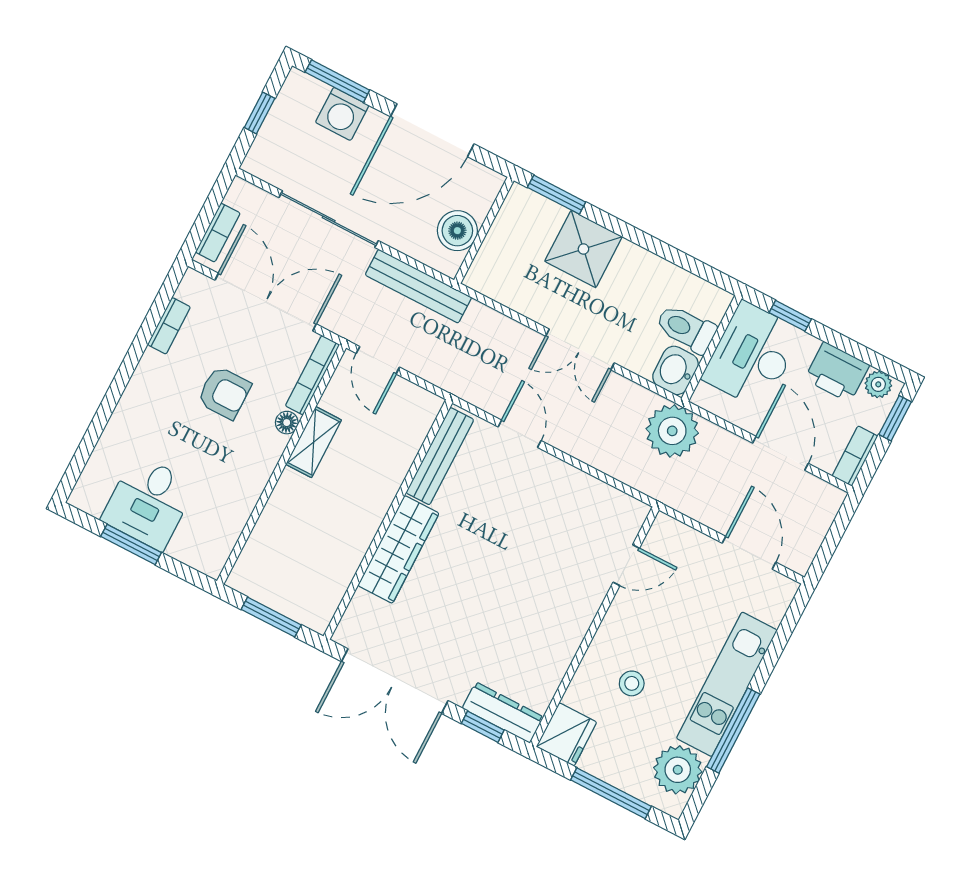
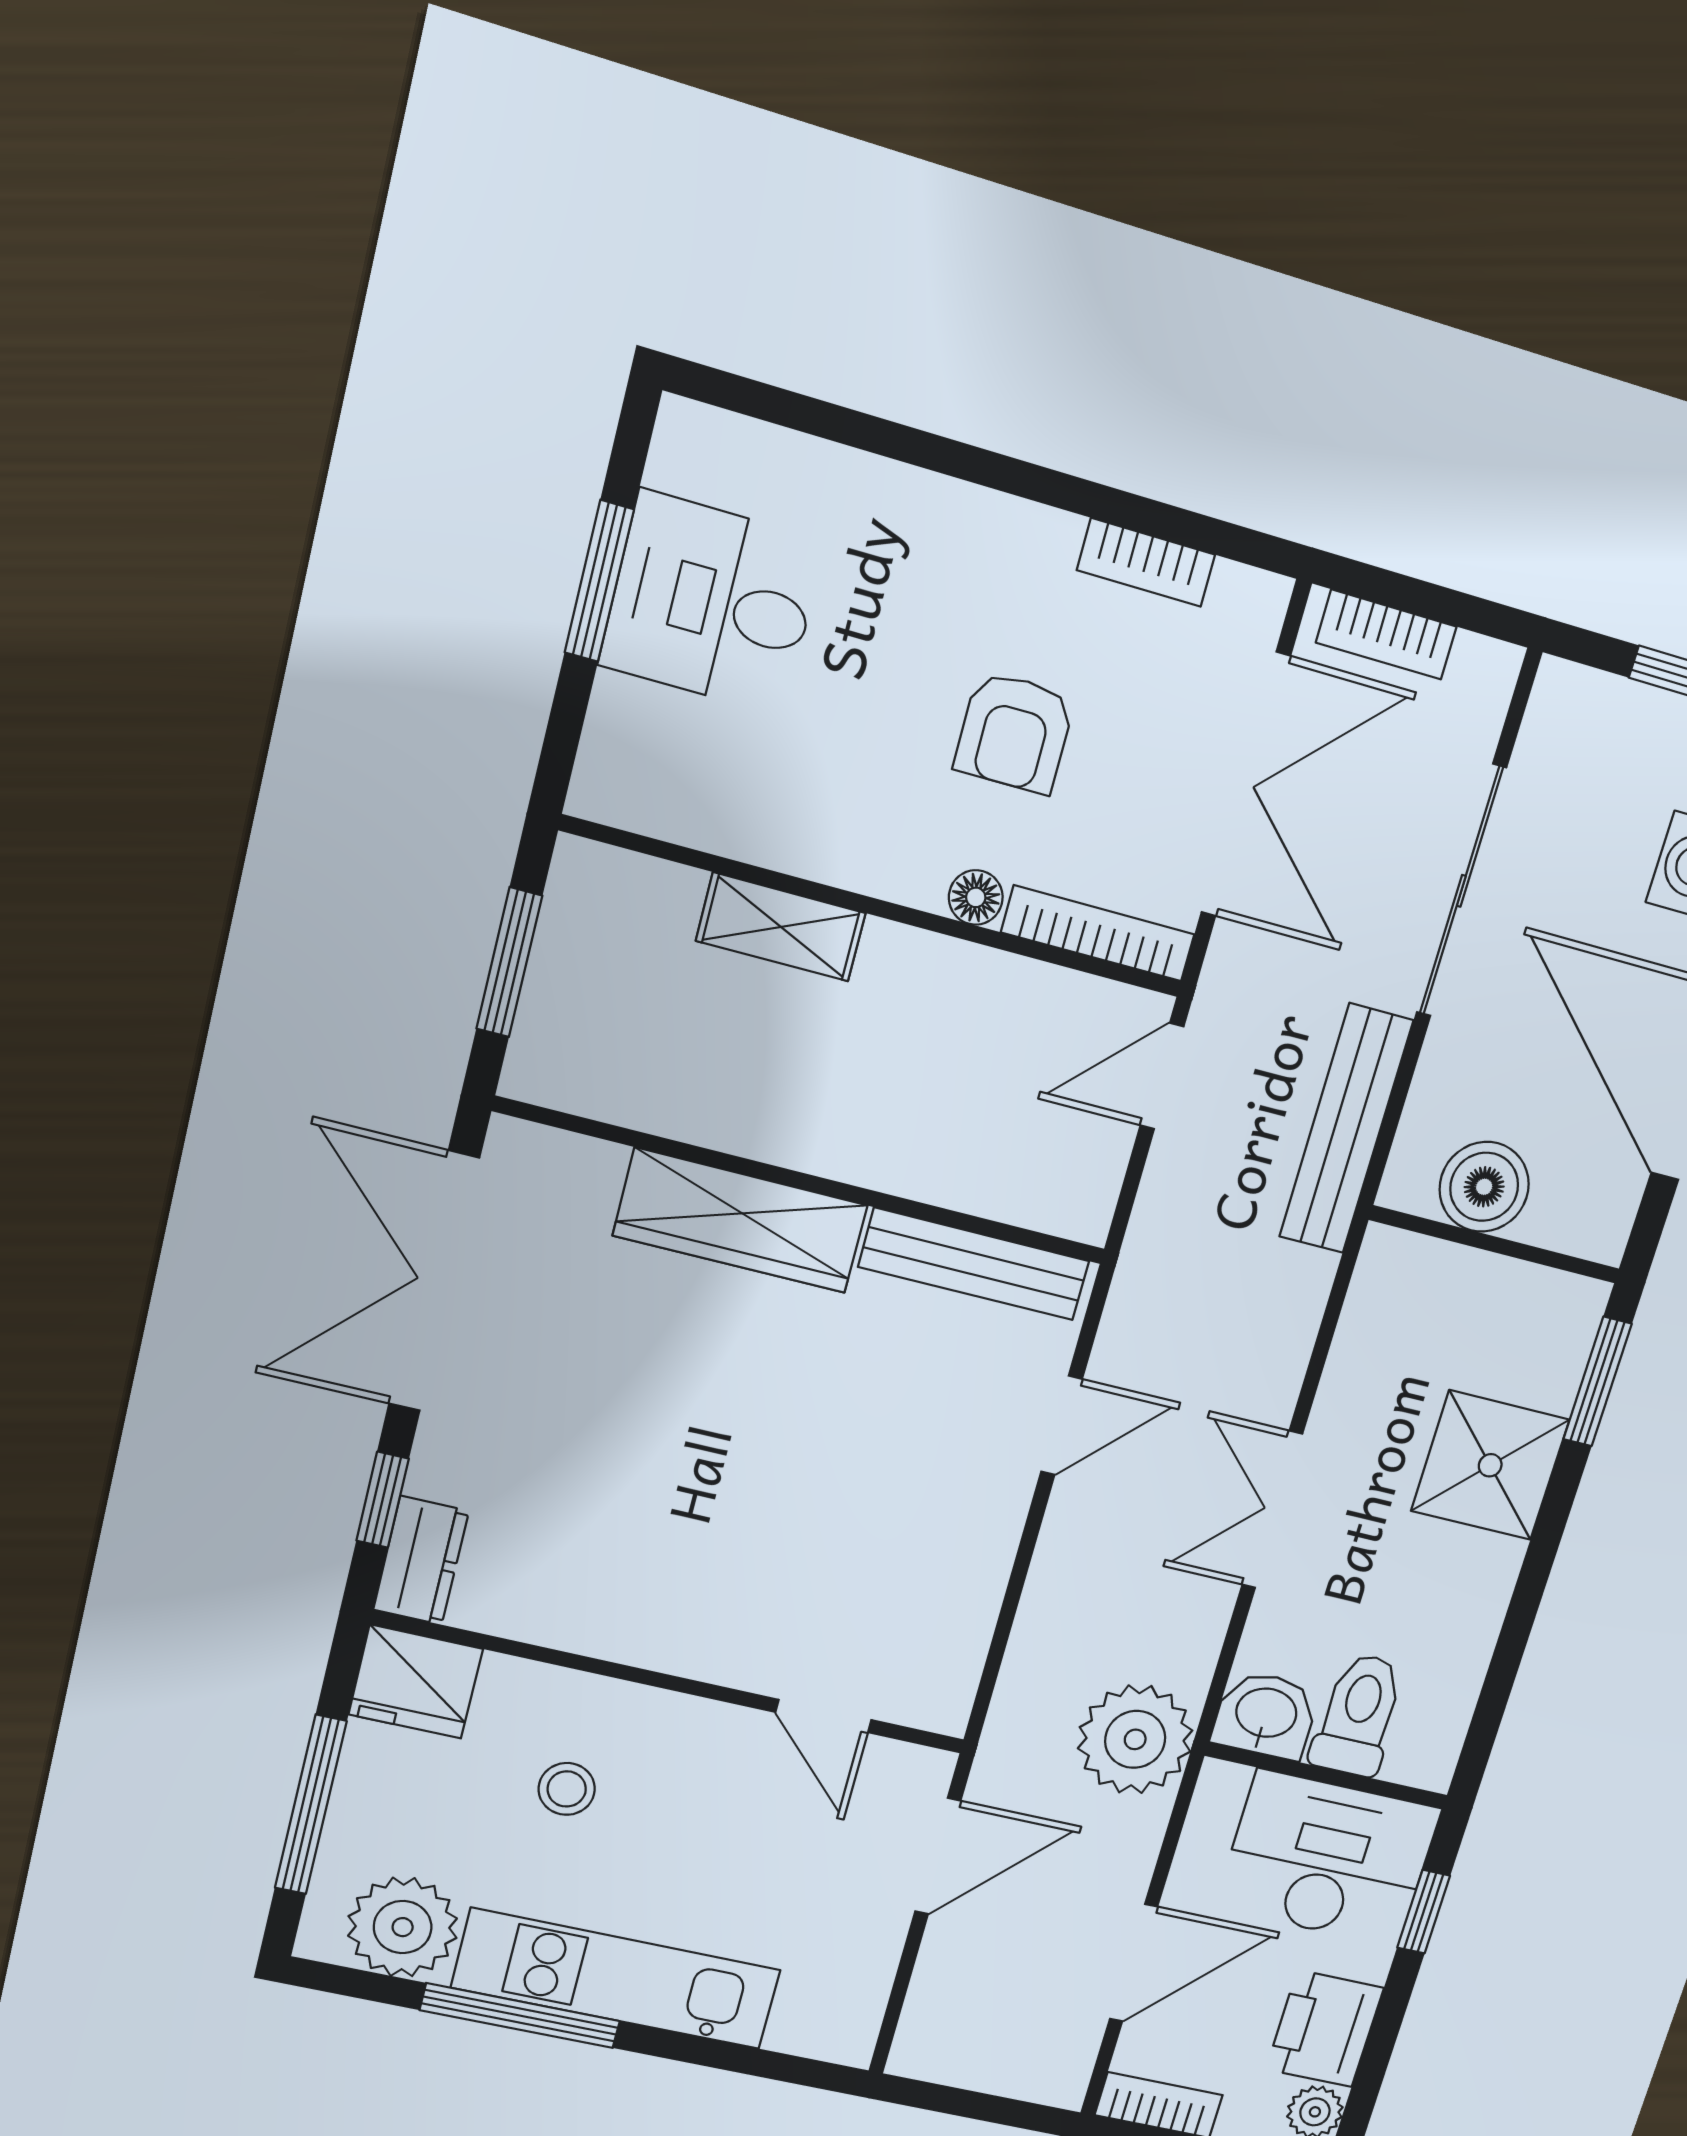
shelving: (314, 442) -> (781, 927), moved
door: (749, 553) -> (938, 1856), moved
dresser: (503, 713) -> (421, 1560), width x0.70

